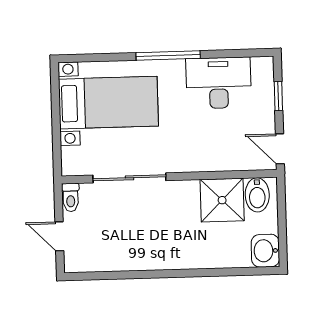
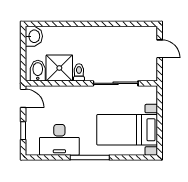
toilet: (71, 197) -> (79, 72), moved

